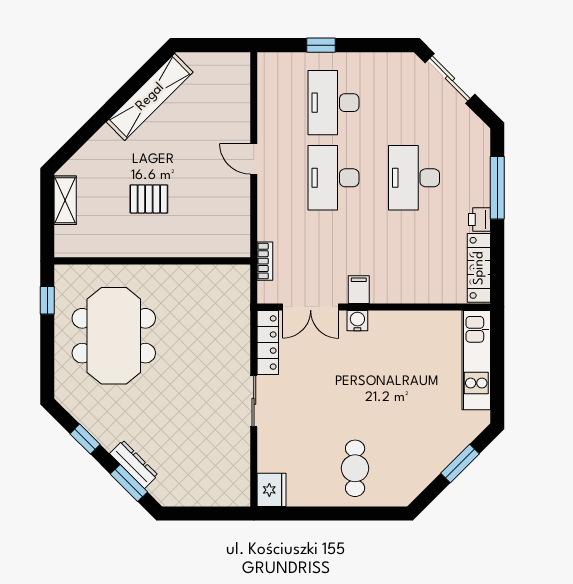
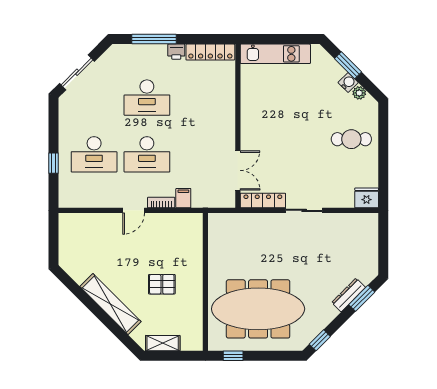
shelving: (150, 97) -> (110, 304), moved
pallet: (149, 199) -> (162, 284), turned 90
bookcase: (265, 261) -> (161, 203), moved
filing cabinet: (359, 290) -> (183, 198), moved, turned 90
water cooler: (357, 321) -> (348, 82), moved, turned 135
meeting table: (114, 336) -> (258, 309), width x1.36
window: (85, 439) -> (320, 340), moved
plant: (421, 479) -> (359, 93), added

